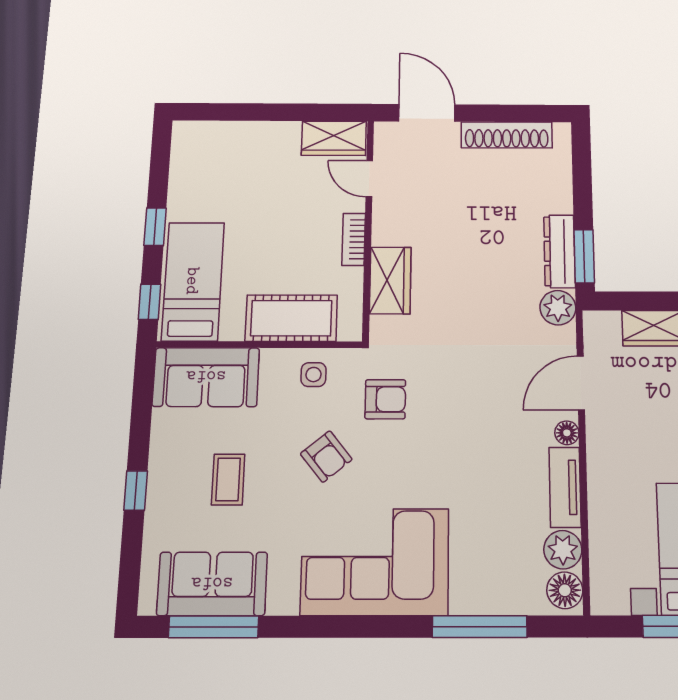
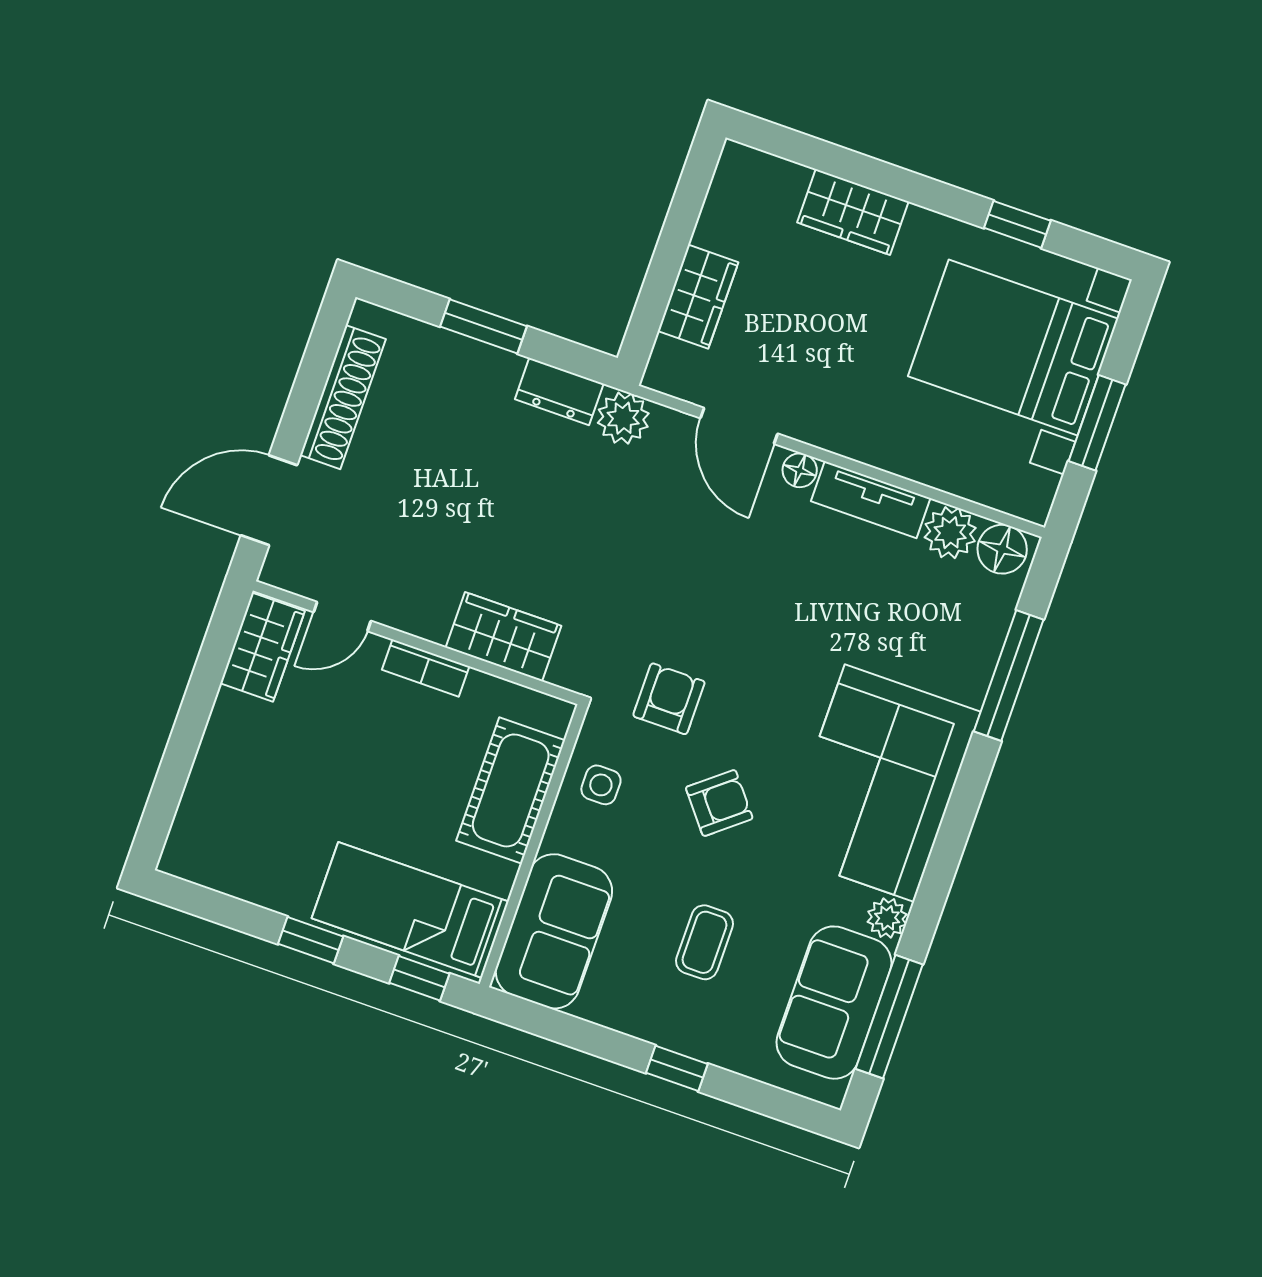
dresser: (559, 251) -> (559, 391), width x0.70
window: (584, 256) -> (484, 326), moved
coffee table: (228, 479) -> (705, 942), turned 90
plant: (283, 601) -> (887, 918), added

